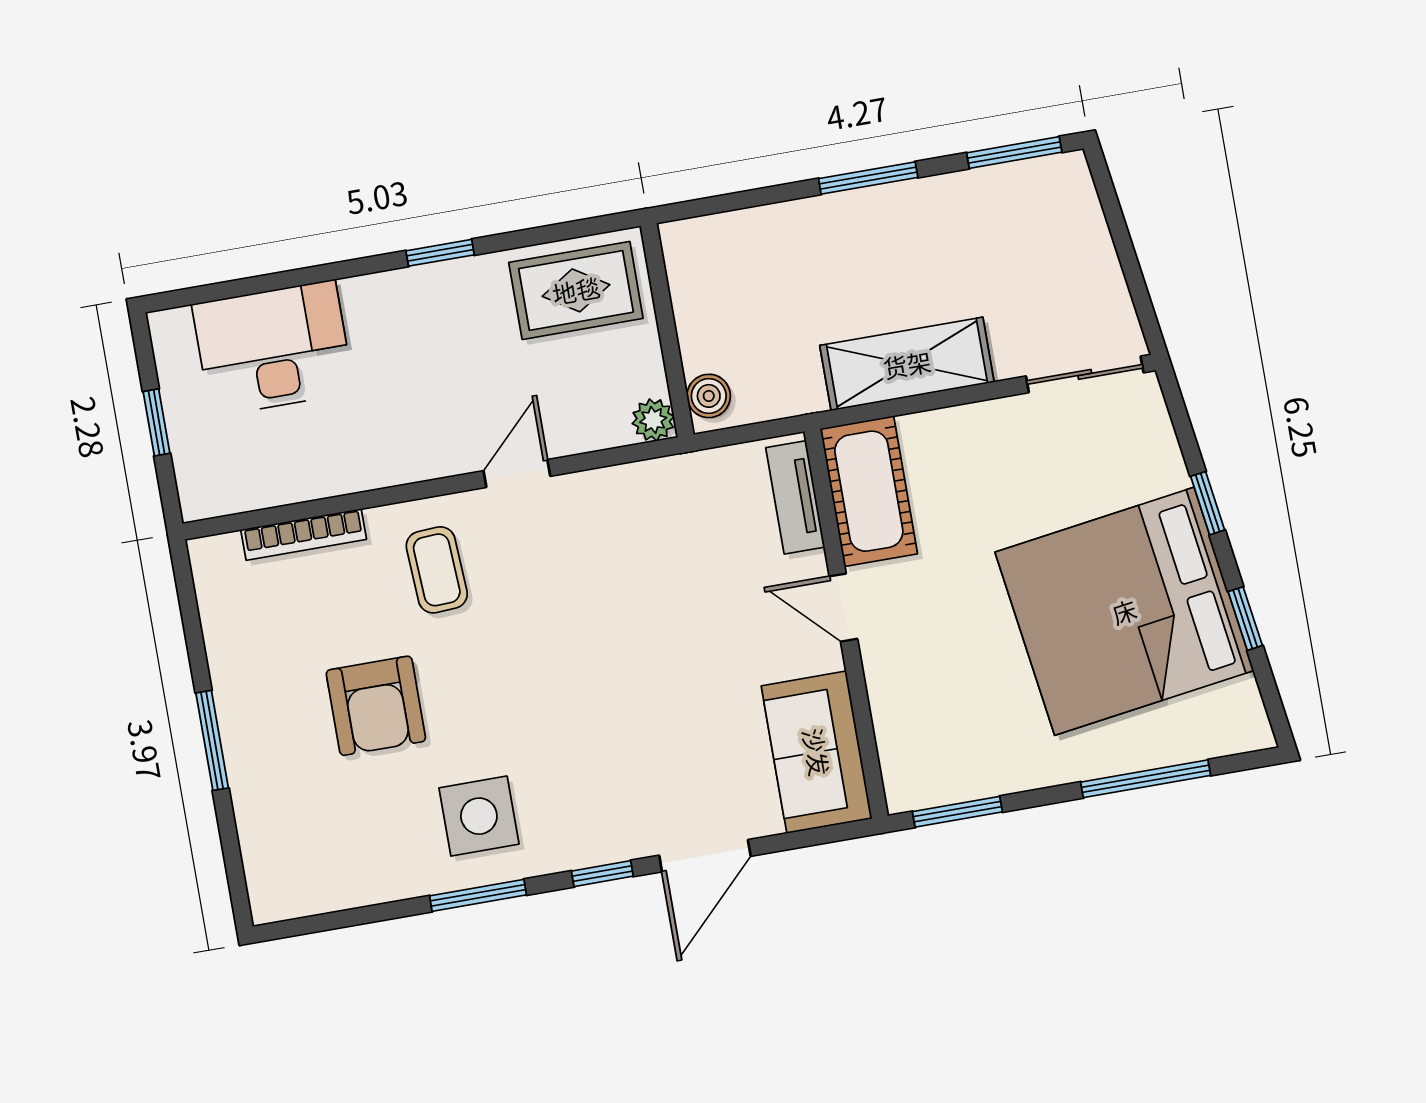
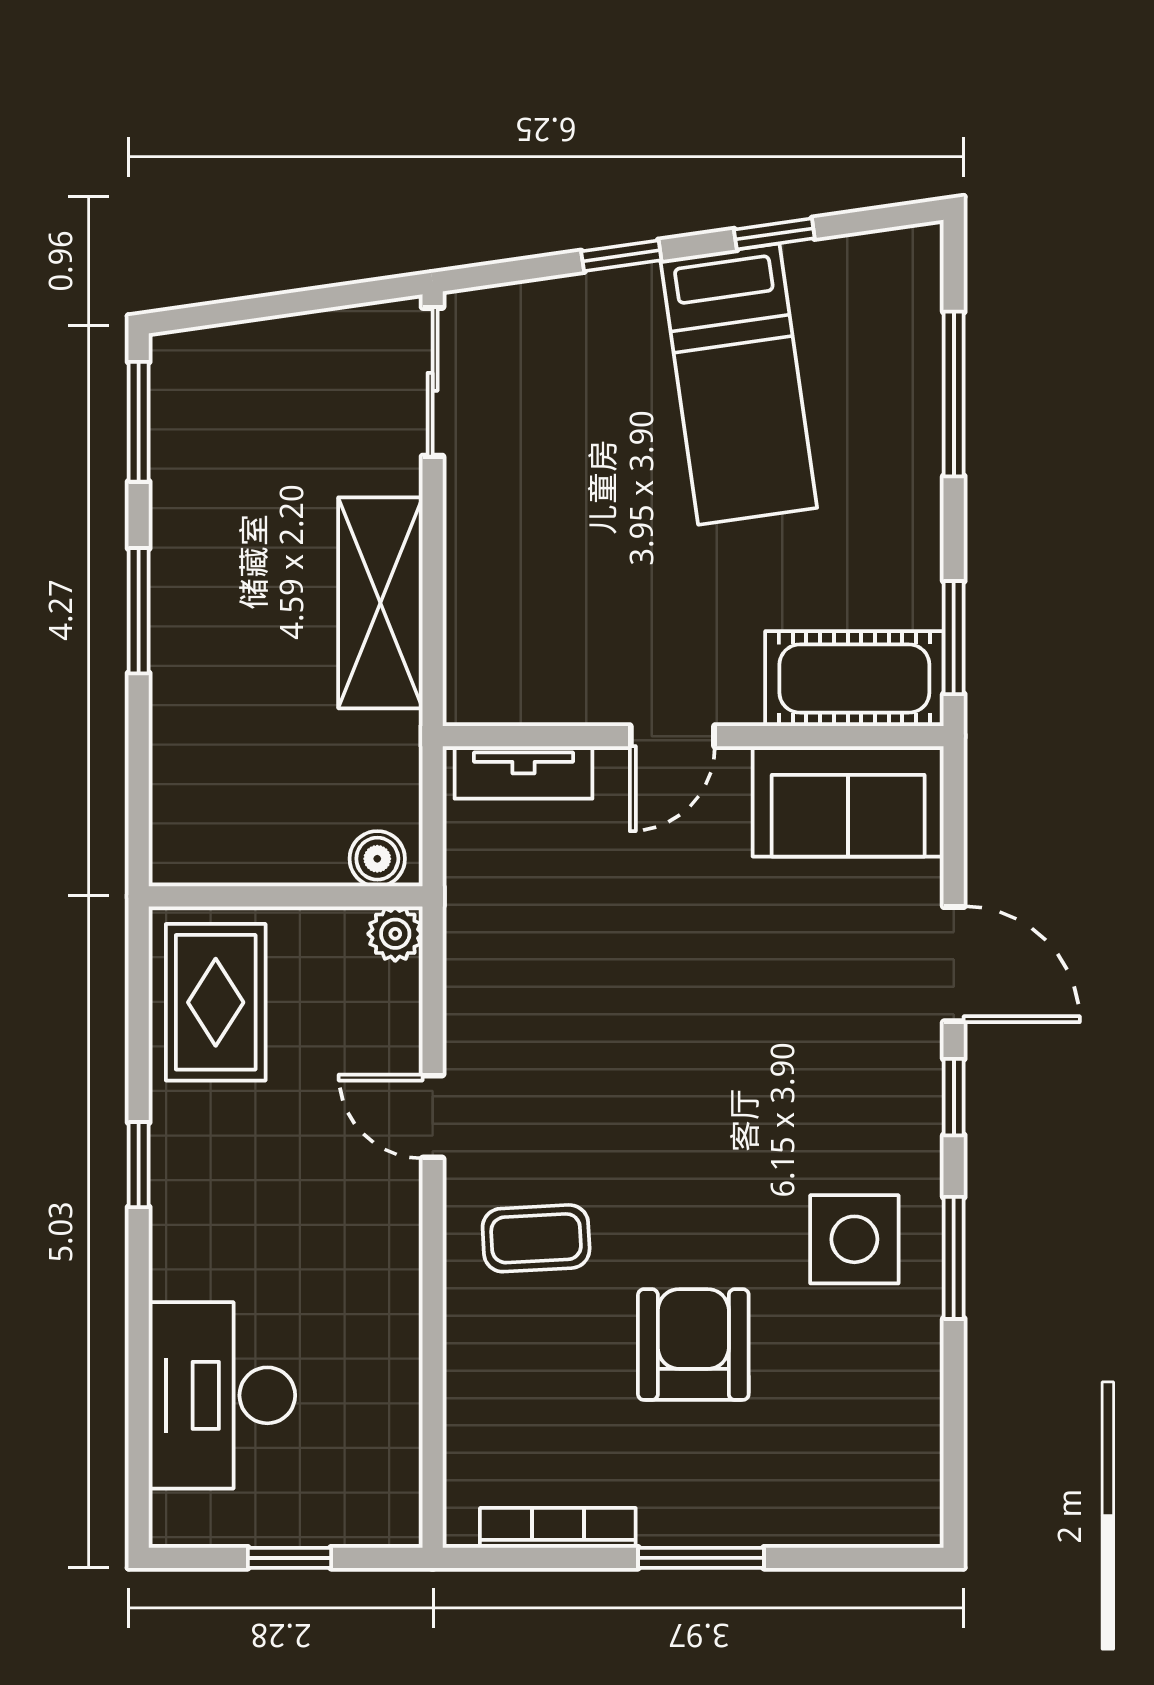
cot: (869, 491) -> (854, 679), moved
bookcase: (304, 535) -> (558, 1528), moved, turned -90
bed: (1124, 611) -> (739, 384), width x0.49
armchair: (376, 706) -> (693, 1345), turned -90

